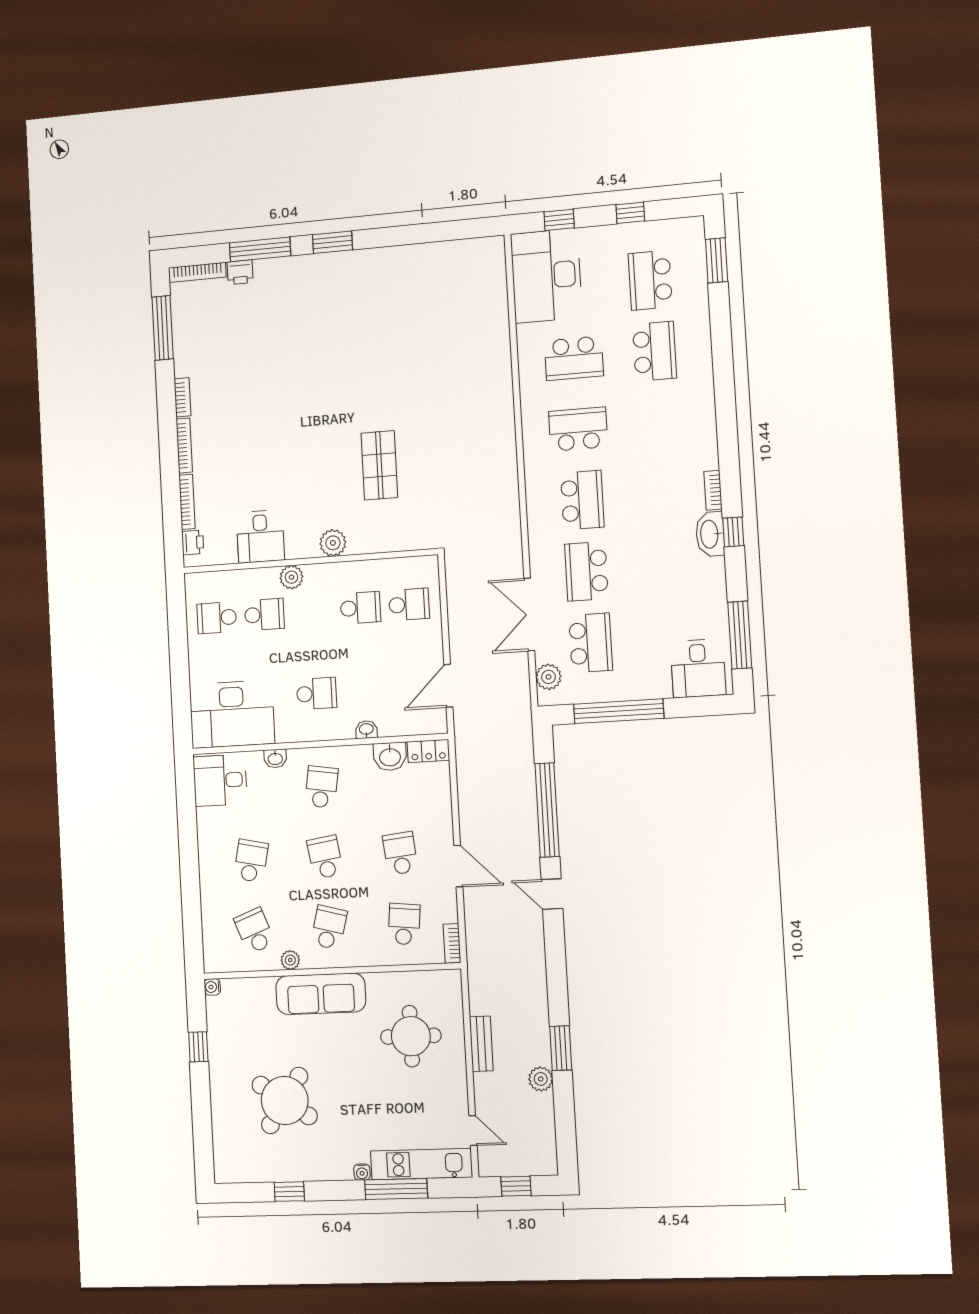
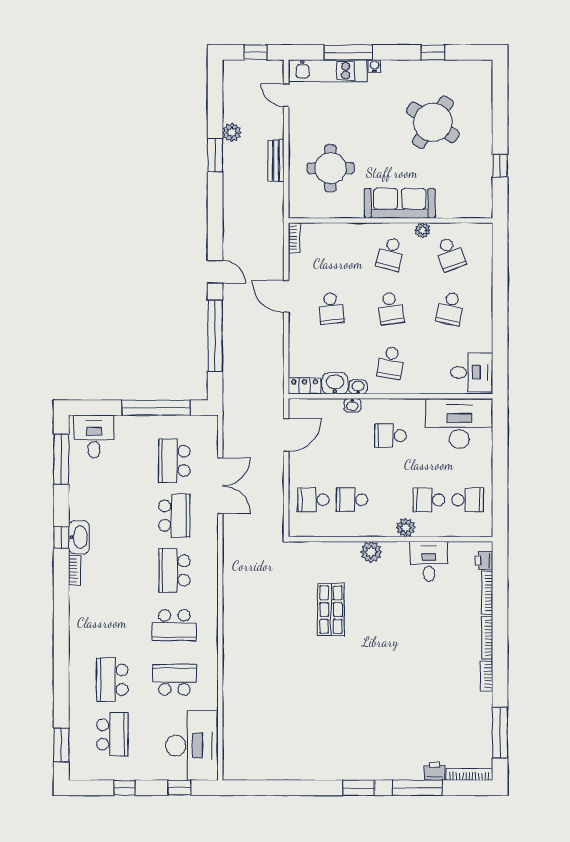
plant: (549, 677) -> (208, 437), removed
washbasin: (275, 758) -> (358, 387), moved
school desk: (404, 924) -> (331, 254), removed
water cooler: (212, 987) -> (486, 212), removed

